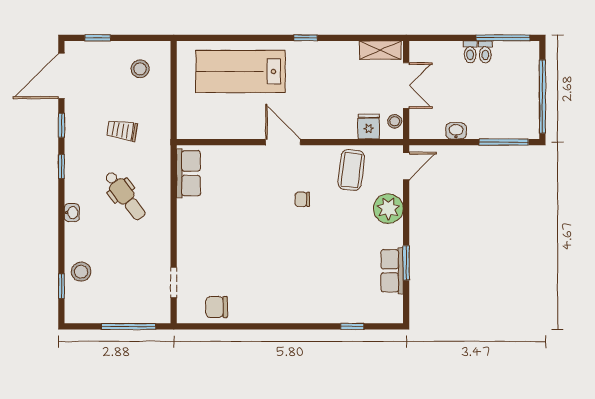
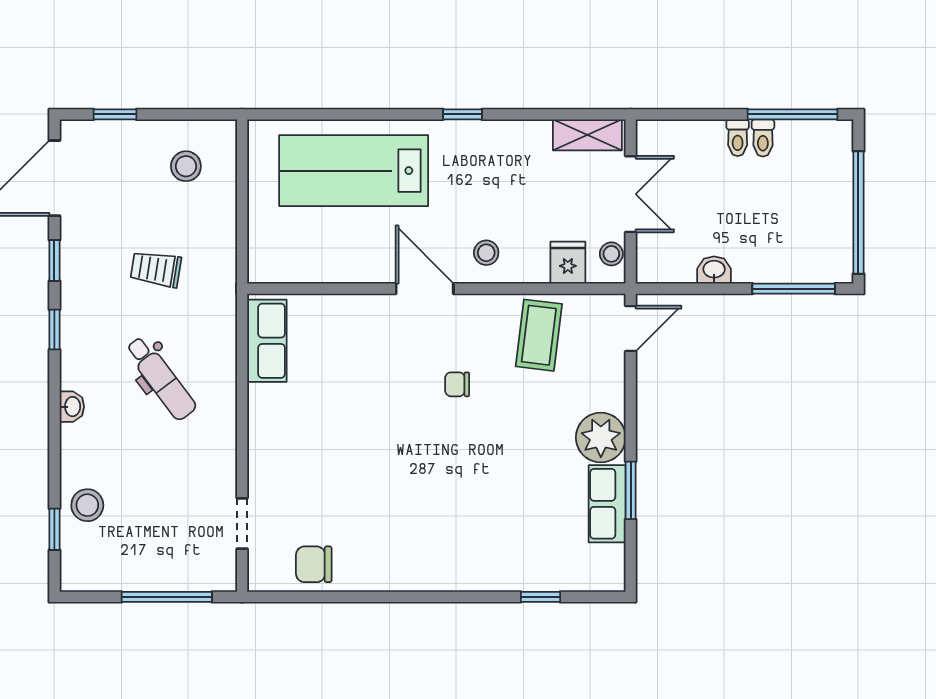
stool: (320, 121) -> (486, 253), added
plant: (388, 209) -> (601, 438), moved

